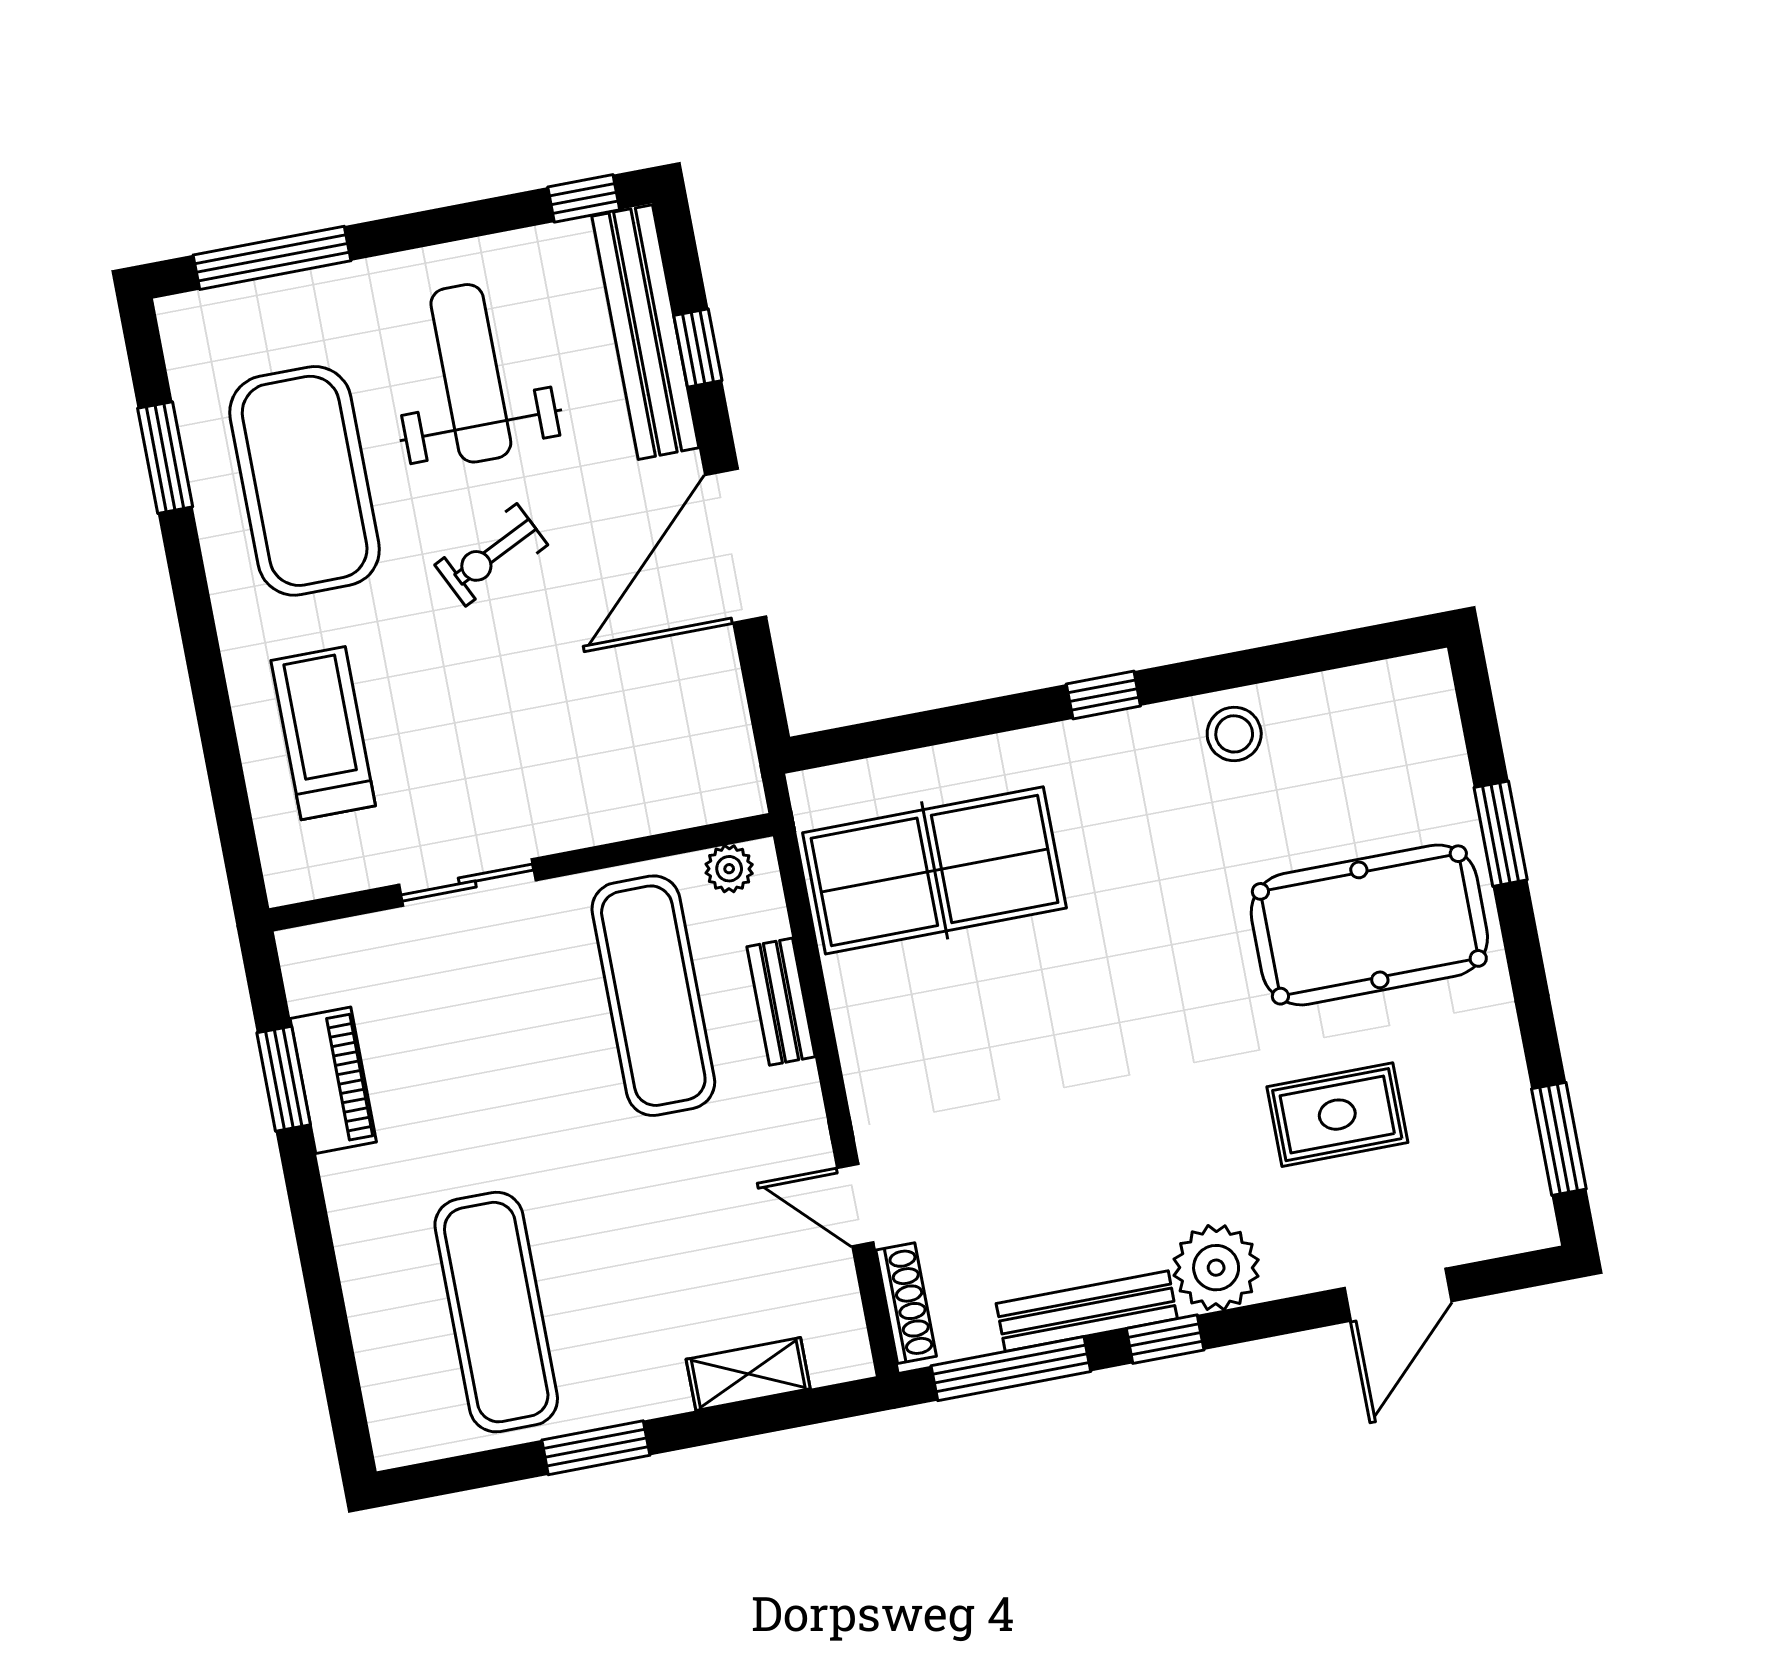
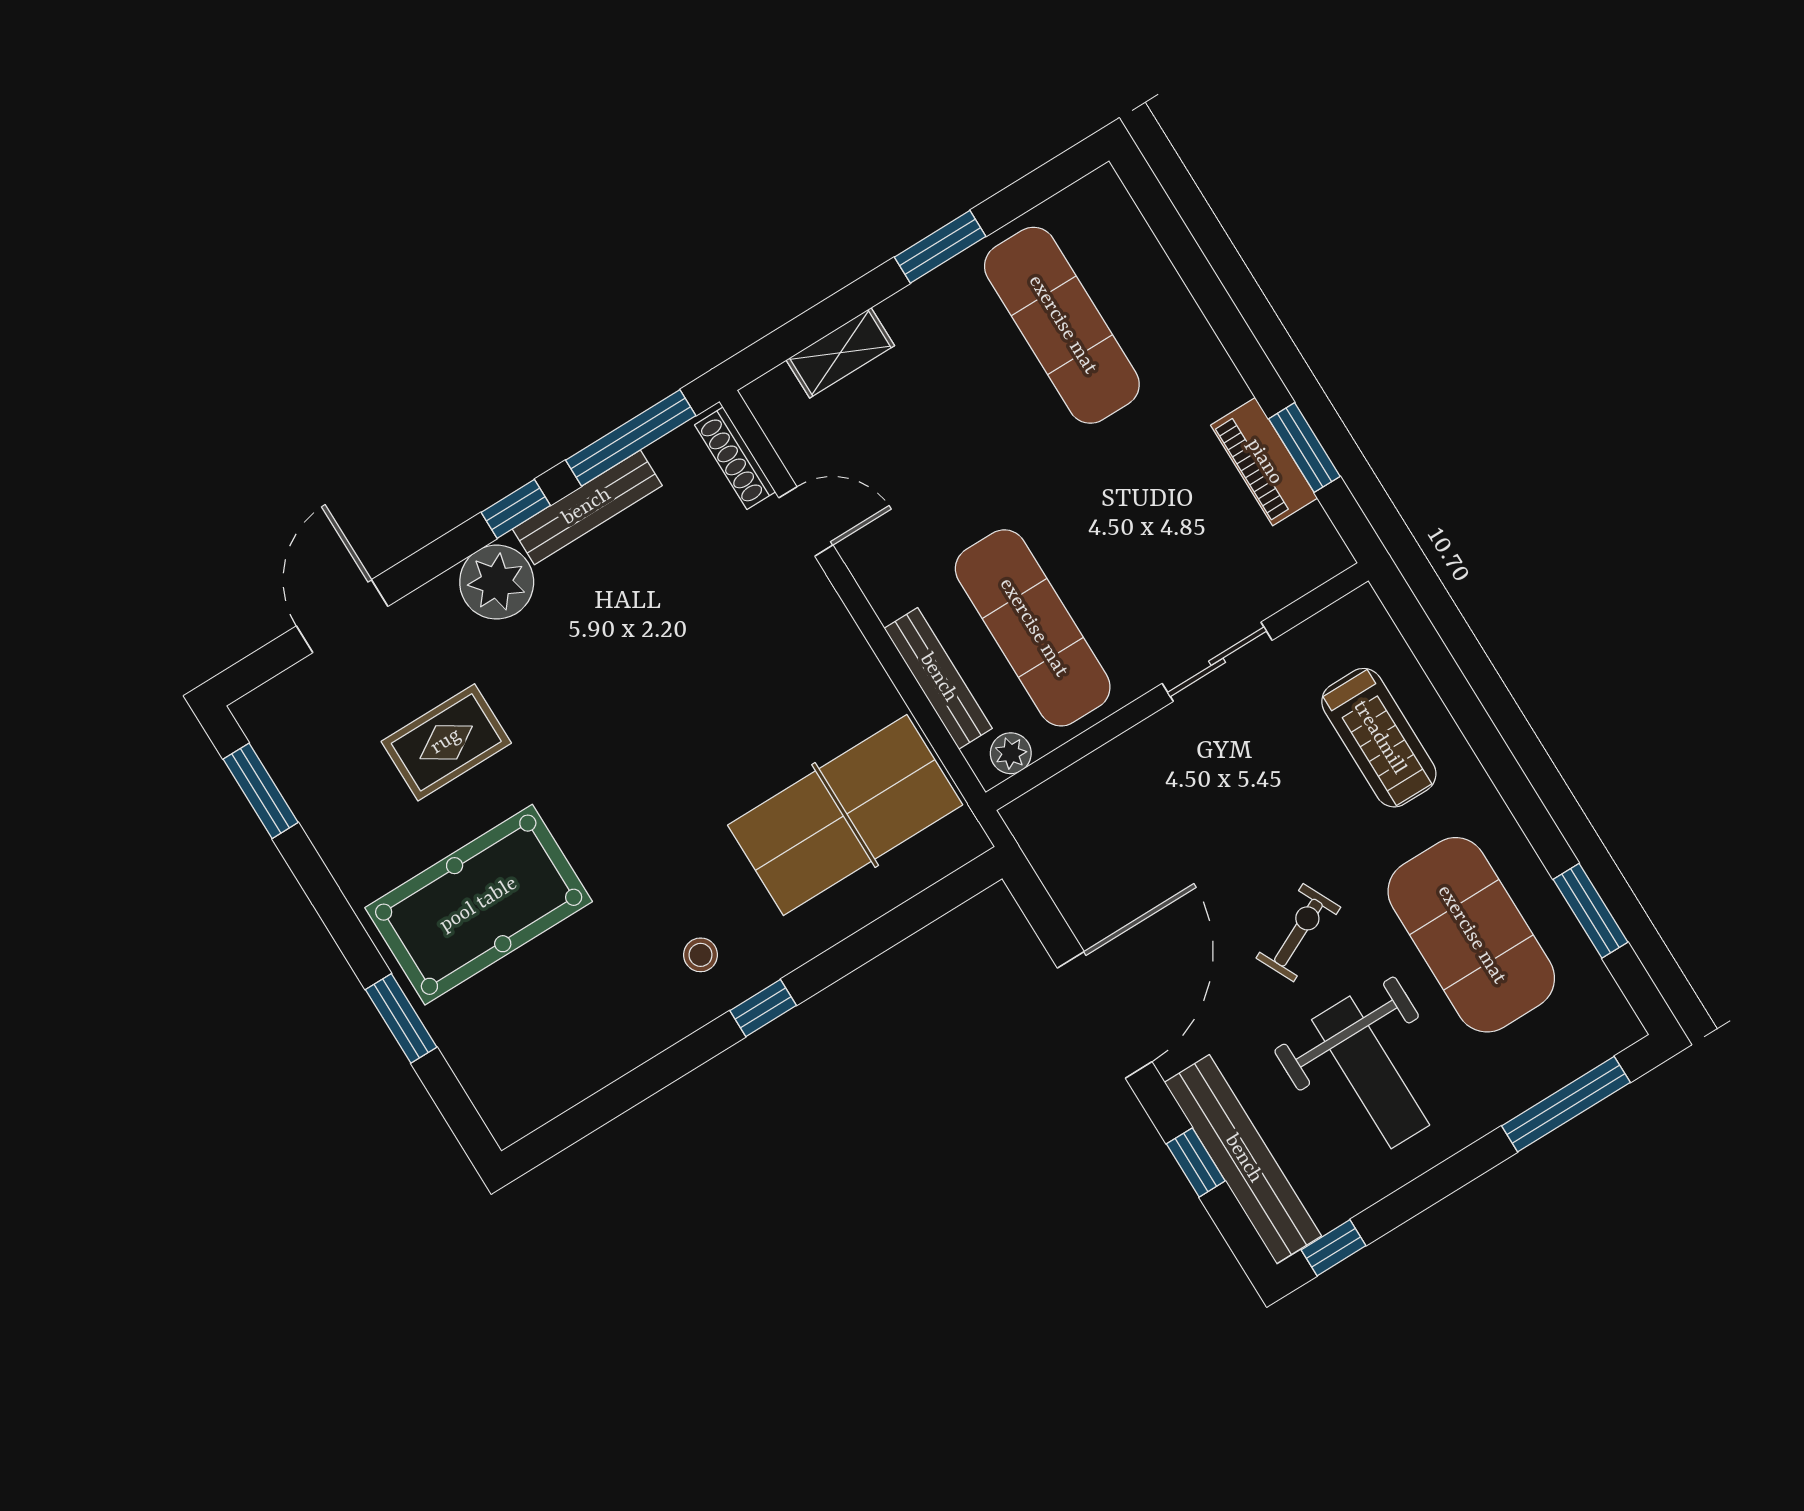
stool: (1234, 734) -> (701, 955), moved, width x0.73, depth x0.73
bench: (781, 1002) -> (938, 678), width x1.36

